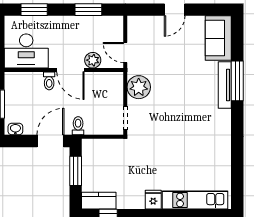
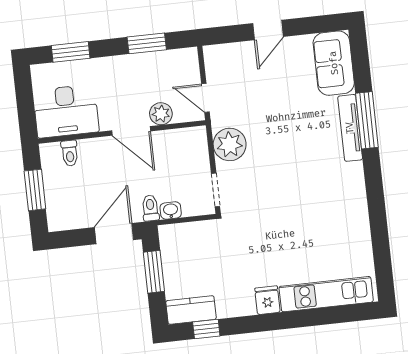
toilet: (49, 81) -> (70, 153), moved
washbasin: (15, 129) -> (171, 210), moved

